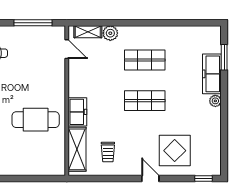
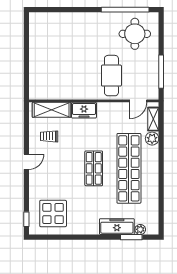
shop shelf: (145, 60) -> (129, 168), width x2.00, depth x1.36
plant: (215, 101) -> (140, 229), moved
cafe table: (36, 120) -> (111, 76), moved
display table: (175, 151) -> (53, 214), moved
door: (150, 179) -> (26, 162), moved

